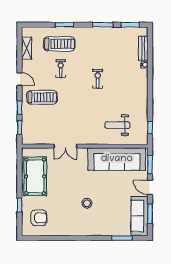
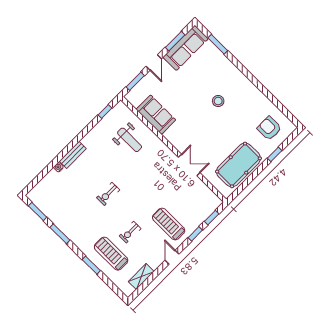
bench: (143, 48) -> (73, 155), moved
sofa: (117, 159) -> (156, 115), width x0.54, depth x0.79

